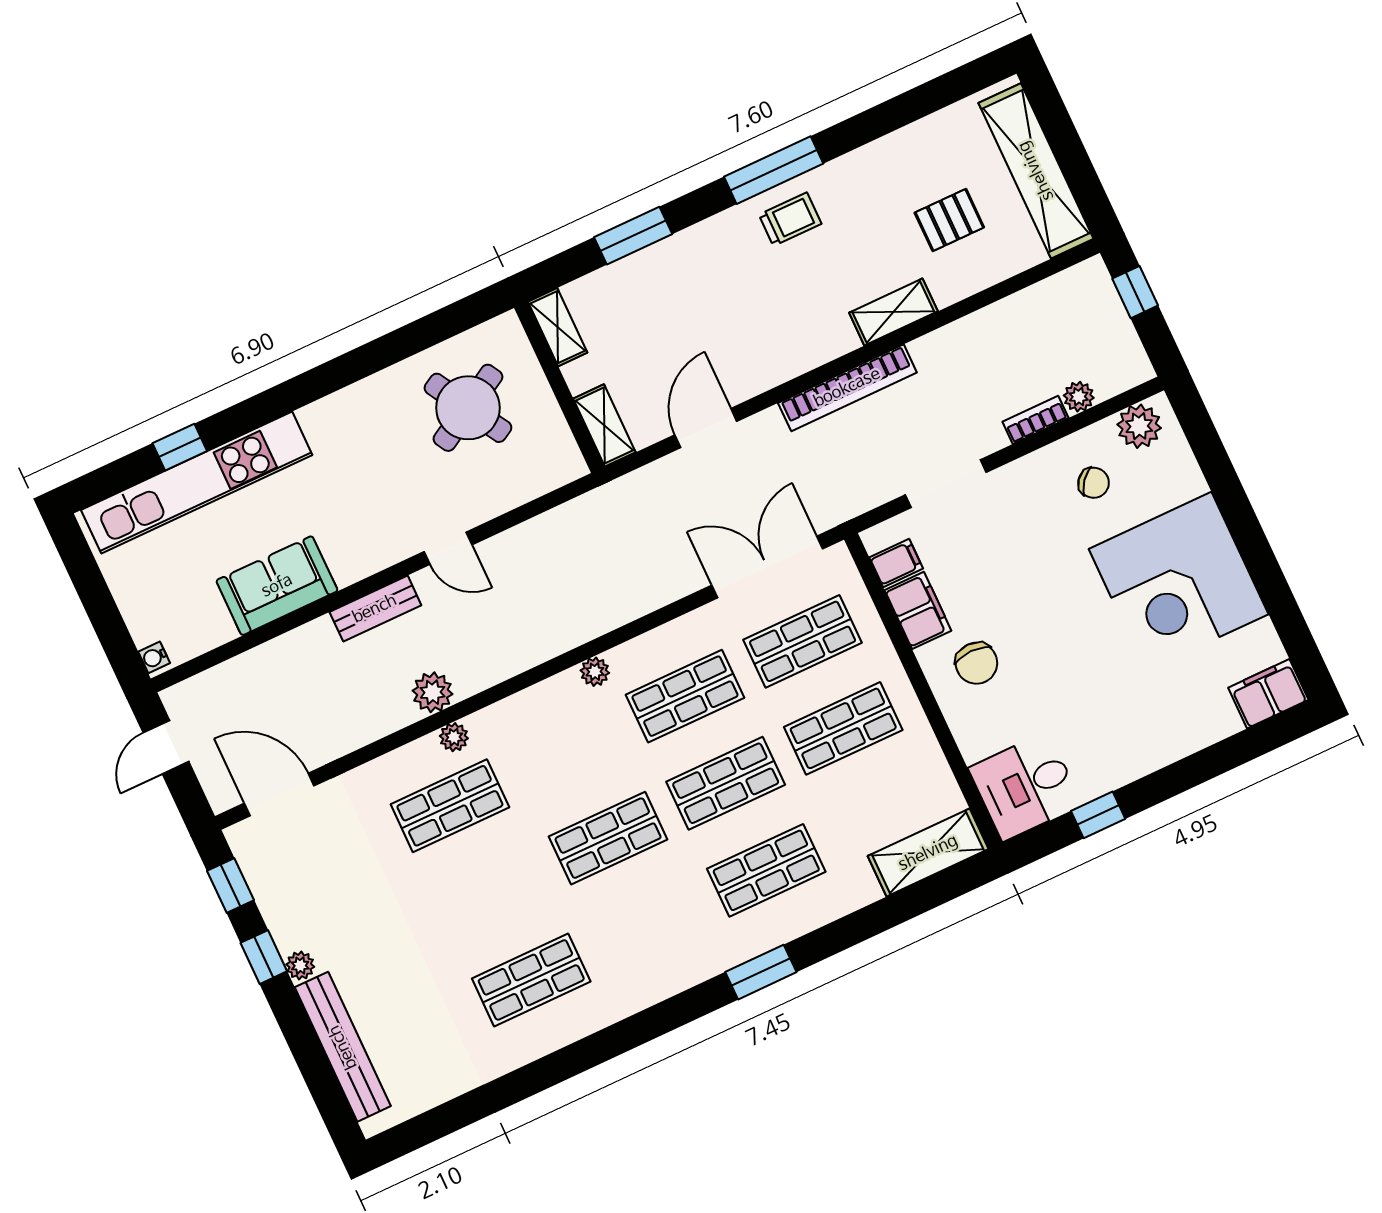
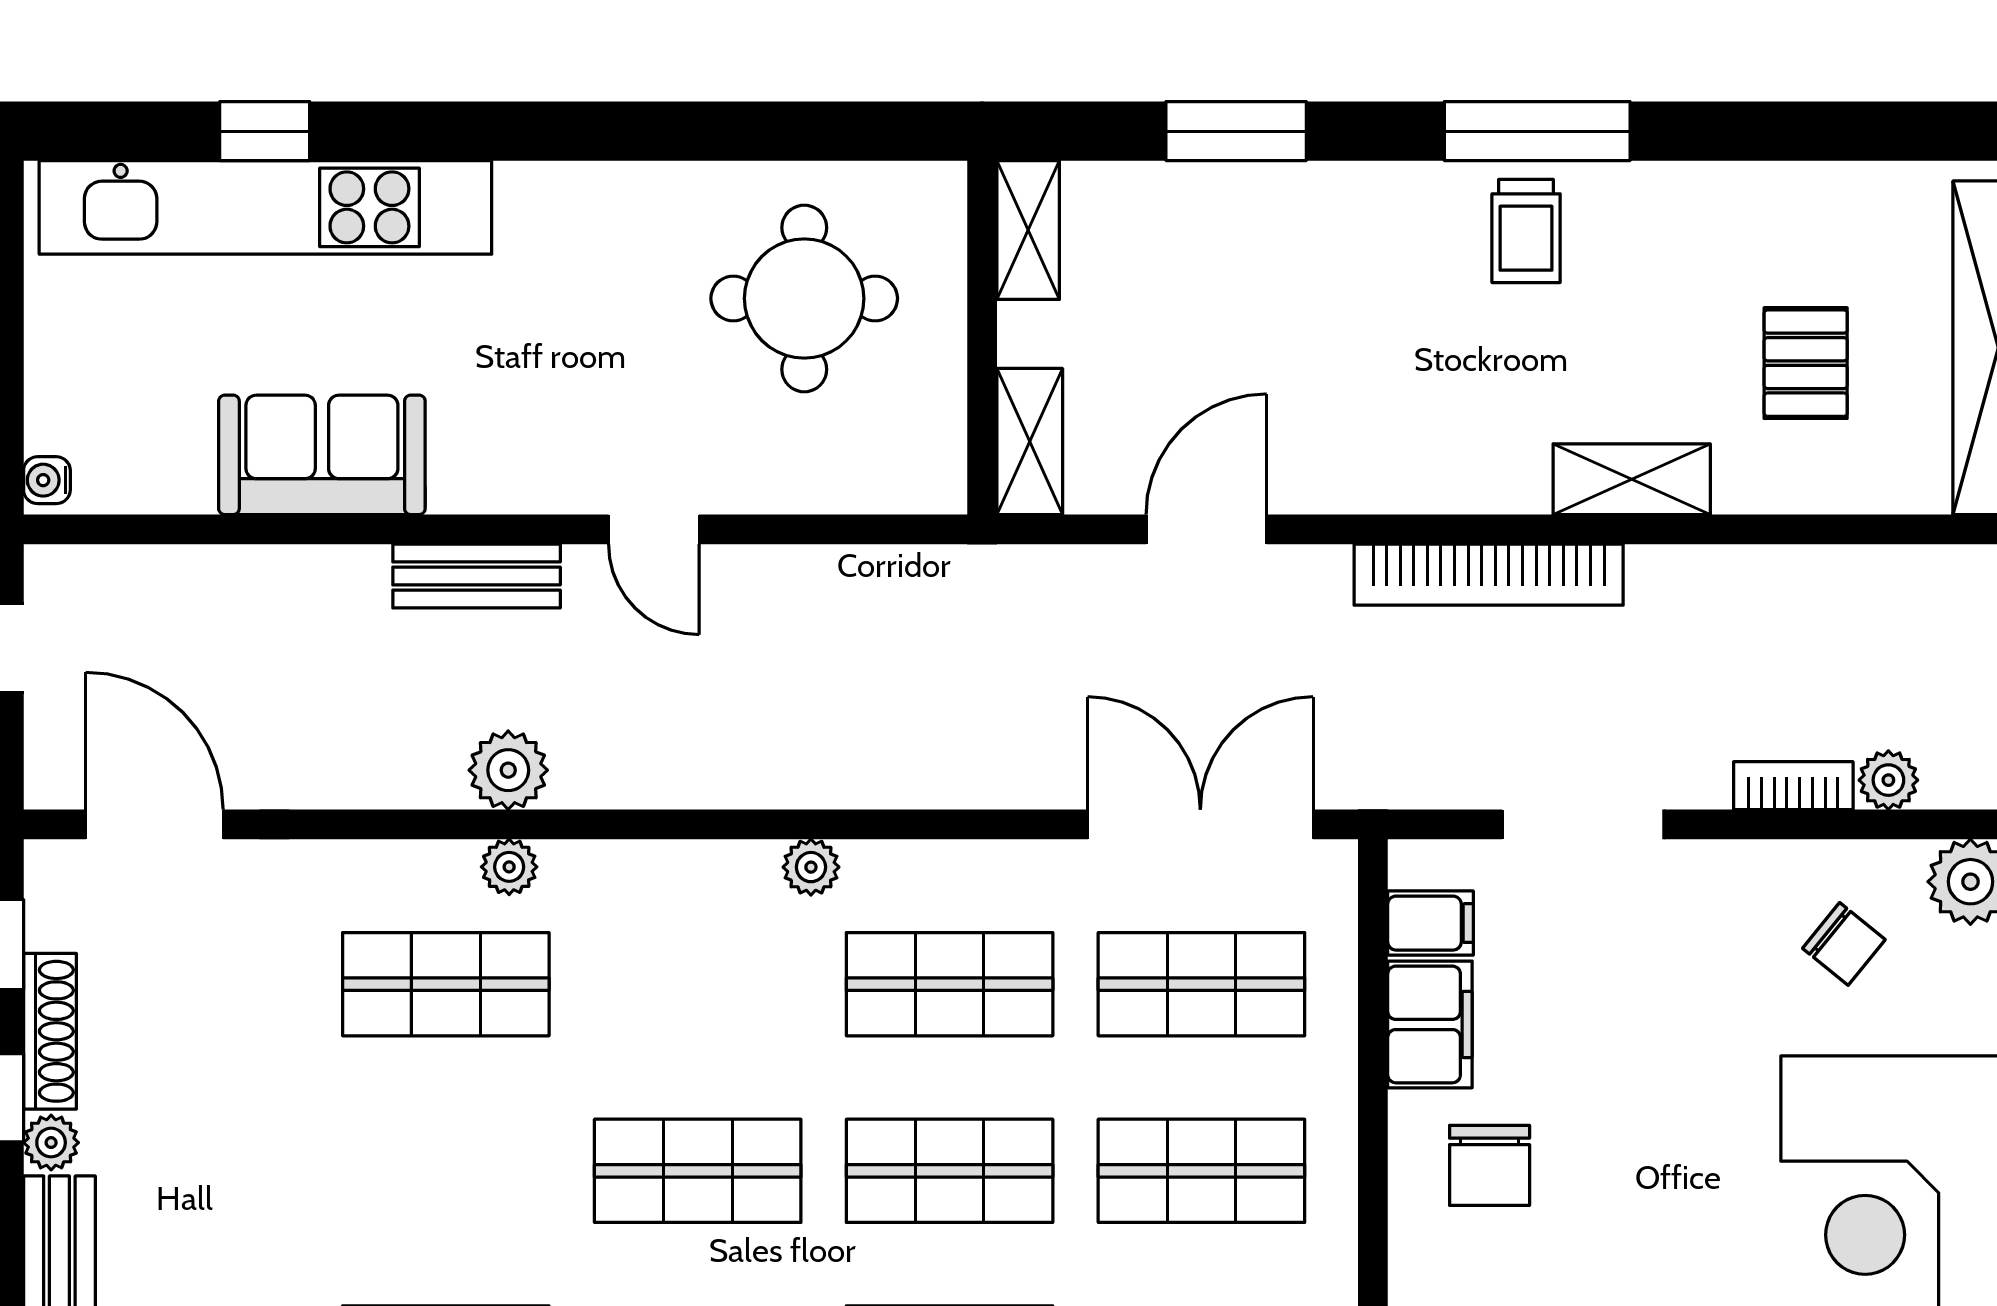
trolley: (790, 219) -> (1526, 231), turned 90
pallet: (949, 220) -> (1806, 363), turned 90
round table: (468, 408) -> (804, 298), turned 30
shoe rack: (275, 914) -> (50, 1031), added

